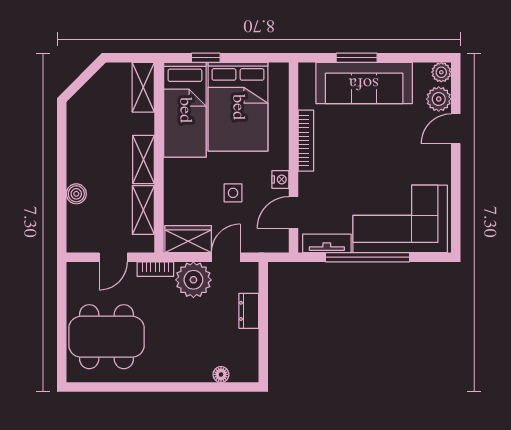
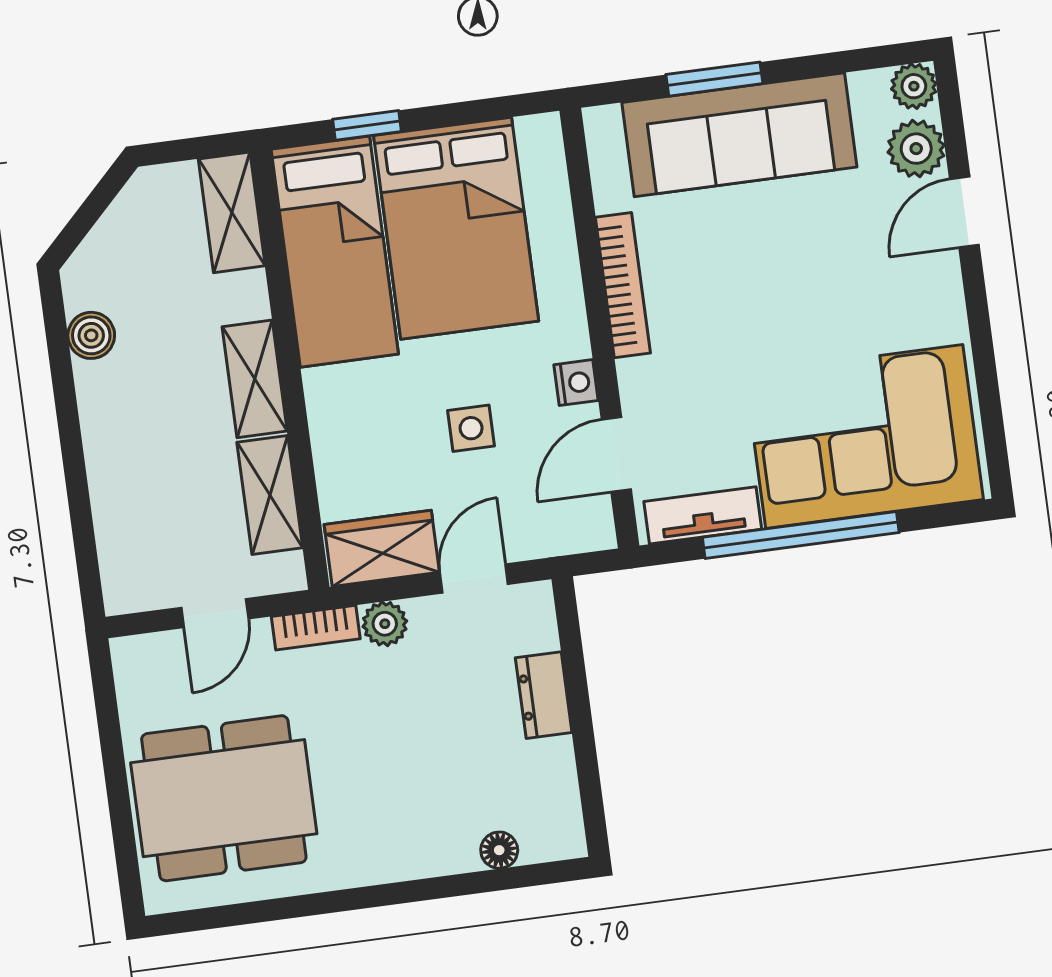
boiler: (76, 194) -> (91, 335), moved
plant: (193, 280) -> (385, 624), width x0.53, depth x0.53

